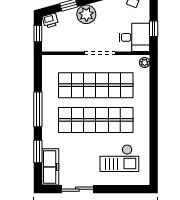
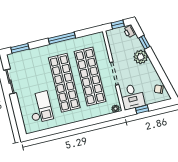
window: (38, 152) -> (20, 48), moved
checkout: (119, 158) -> (40, 107), turned 180
freezer: (50, 167) -> (21, 58), removed

